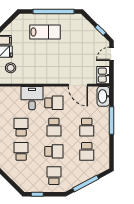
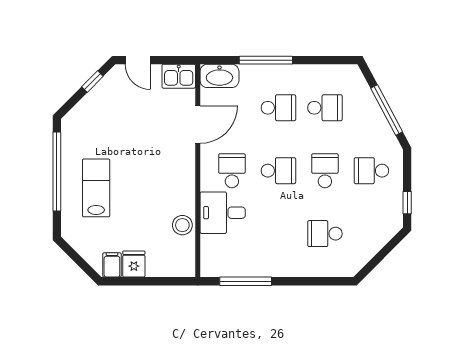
stool: (11, 68) -> (182, 225), moved
school desk: (21, 127) -> (278, 234), removed

